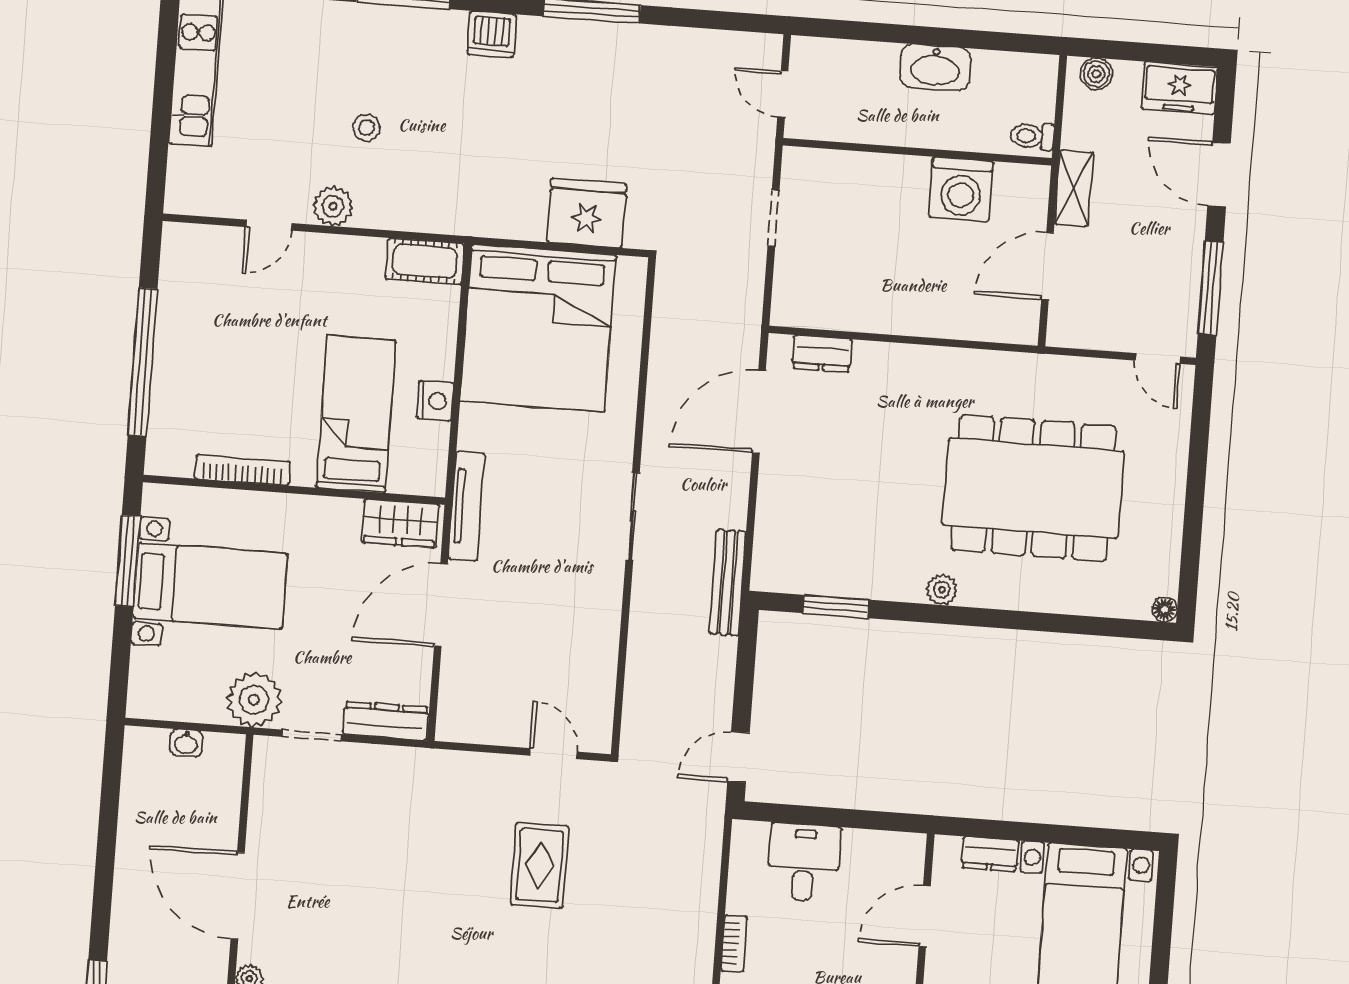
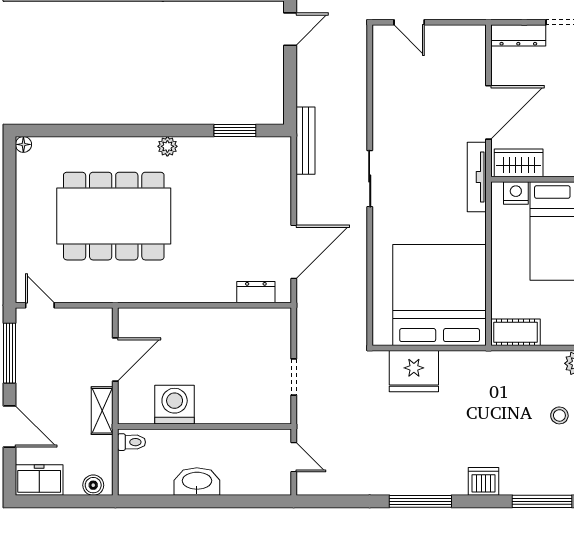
nightstand: (435, 401) -> (516, 193), moved, turned 90

